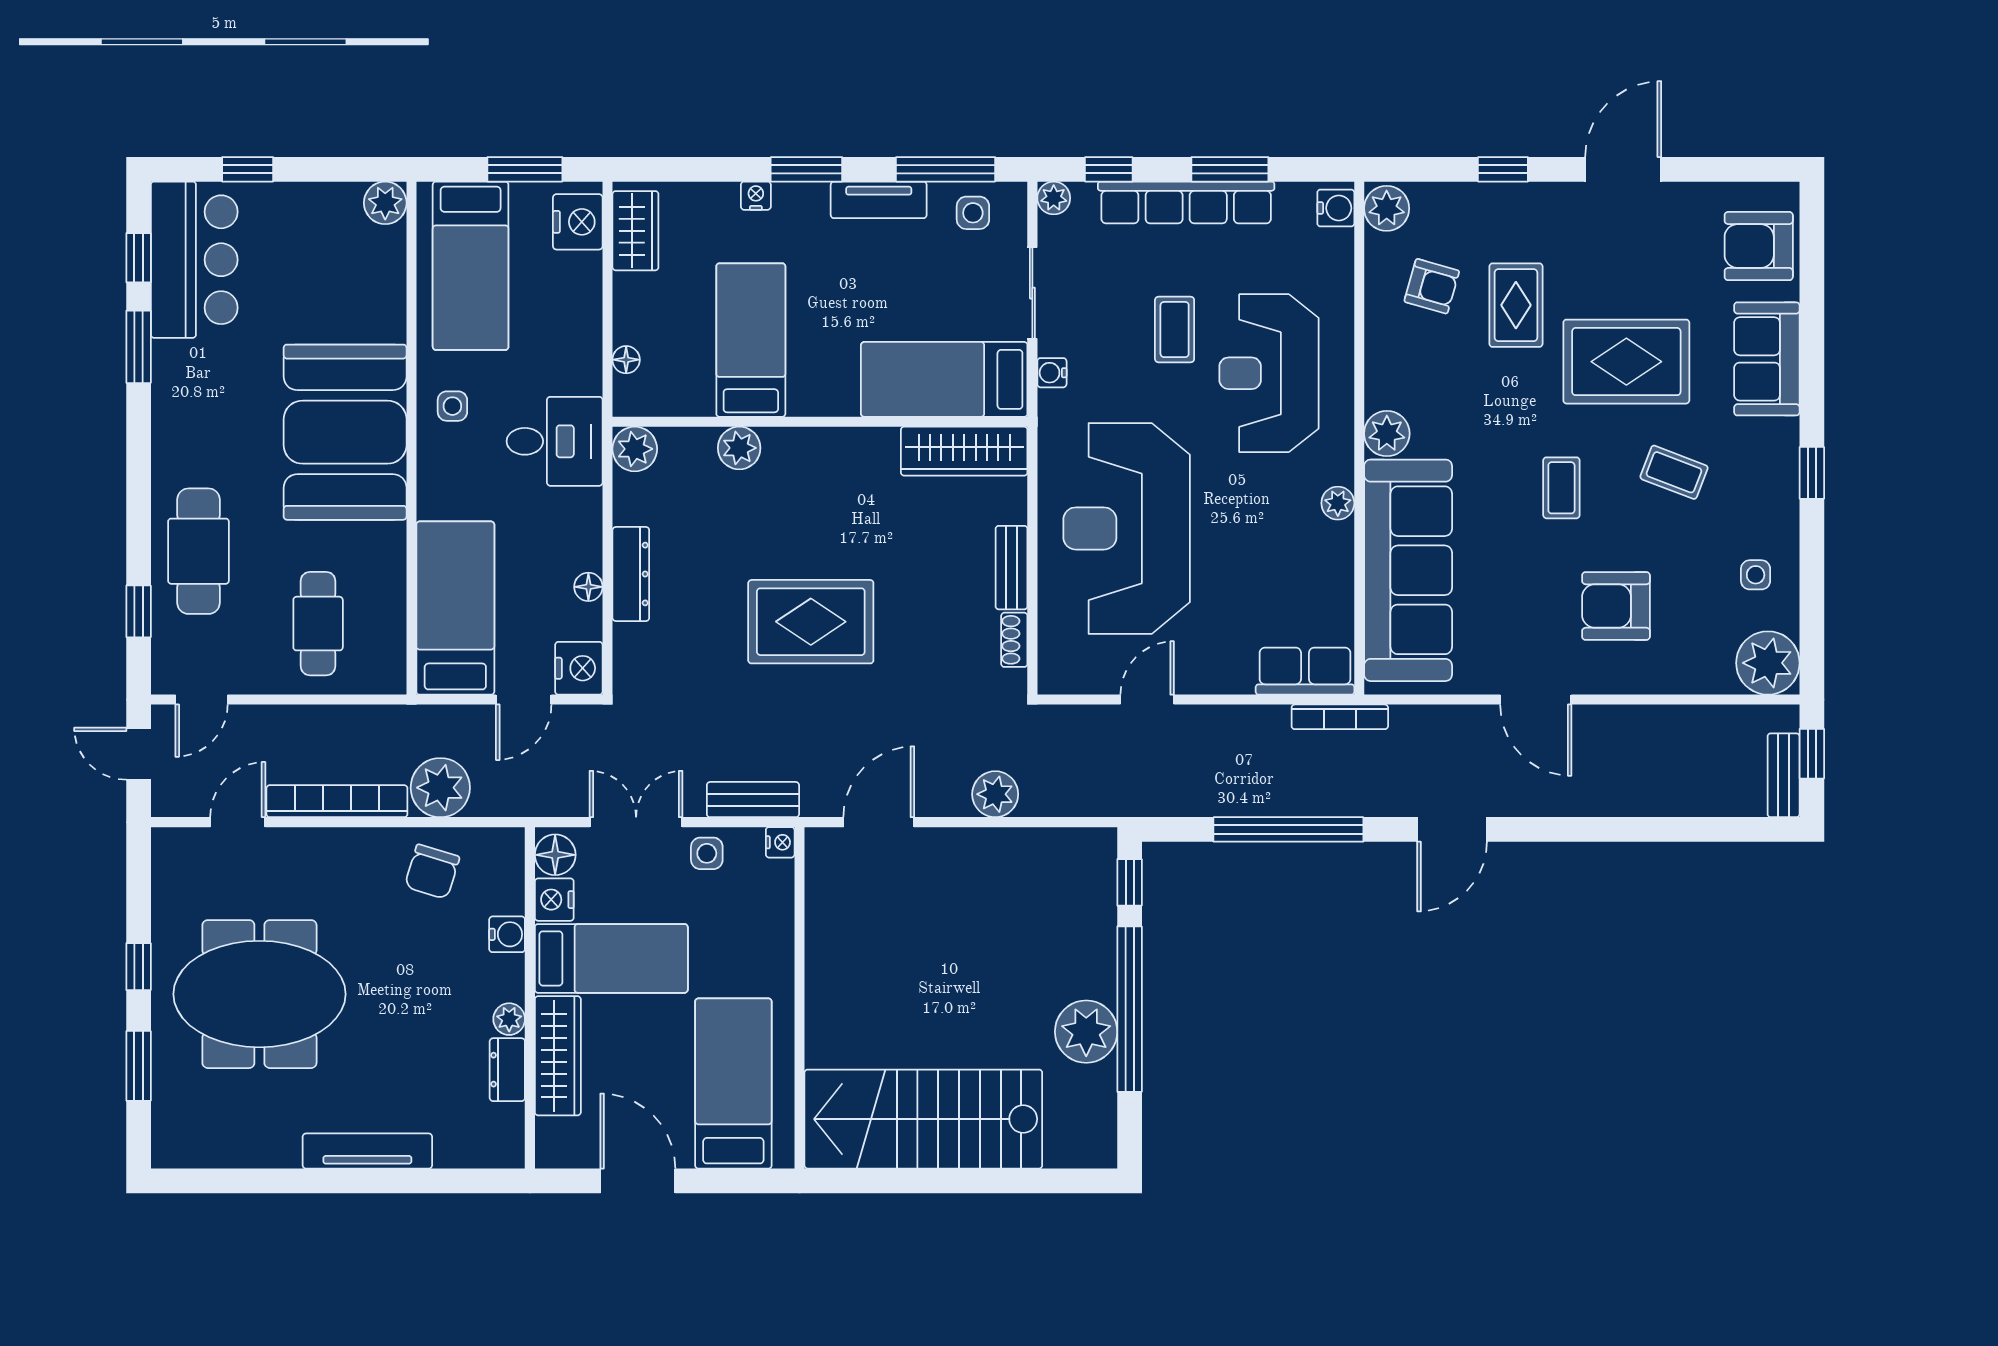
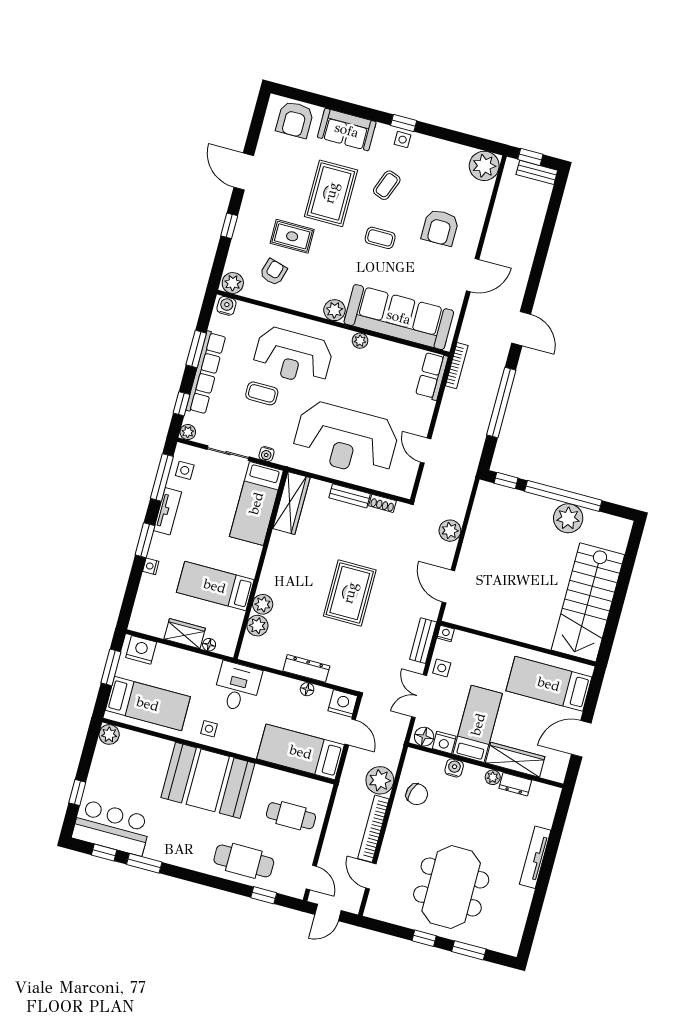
wardrobe: (635, 231) -> (185, 634), moved
plant: (635, 449) -> (257, 626), moved
side table: (1756, 575) -> (403, 140), moved

